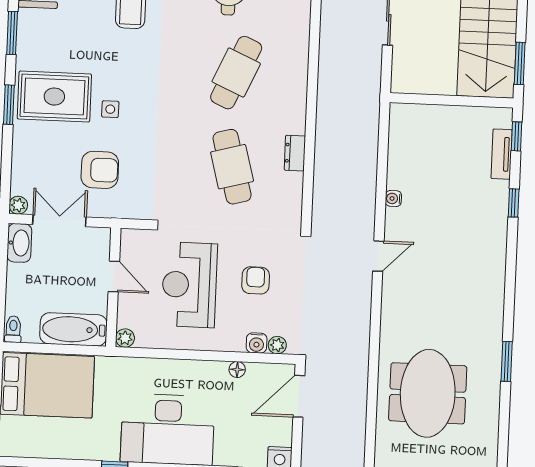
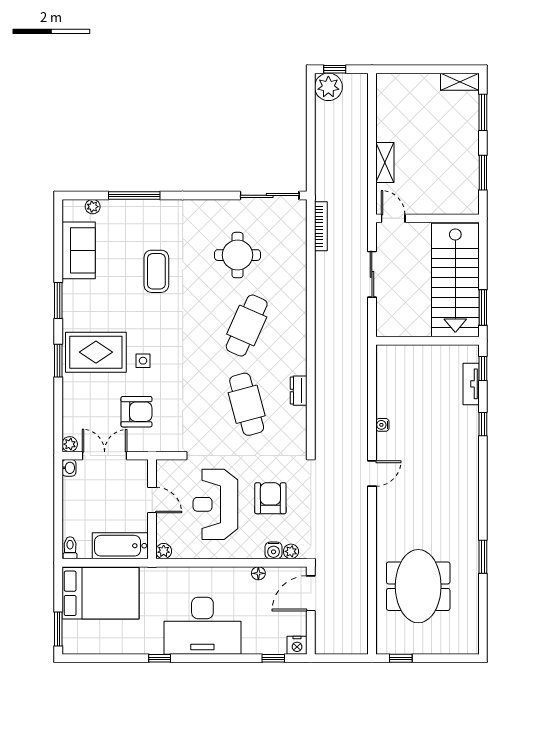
washbasin: (19, 243) -> (69, 468), width x0.52, depth x0.69
armchair: (256, 280) -> (270, 498), width x1.38, depth x1.38

